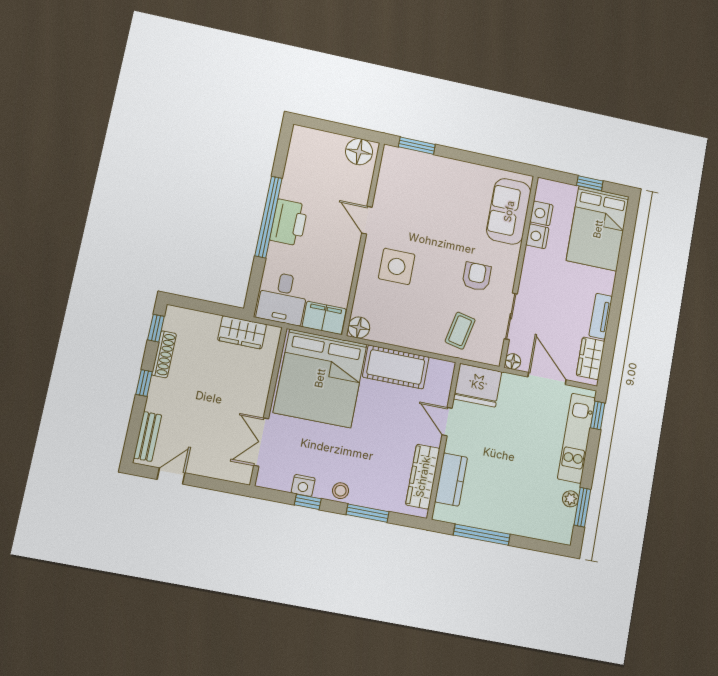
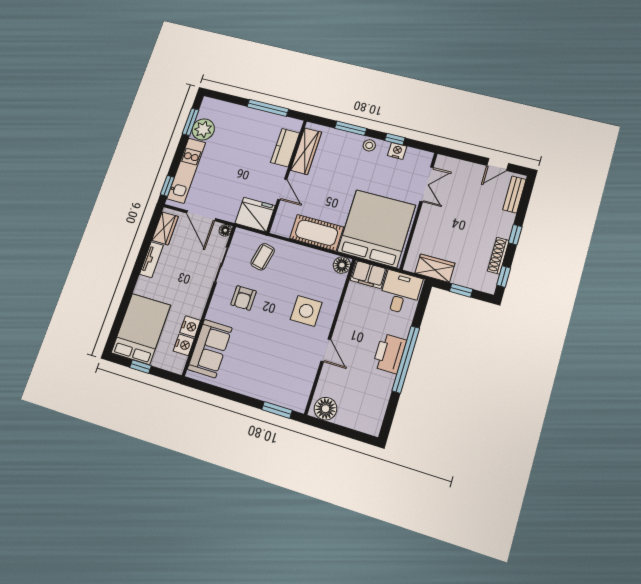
window: (207, 307) -> (461, 290), added
plant: (570, 499) -> (203, 129), width x1.88, depth x1.88

